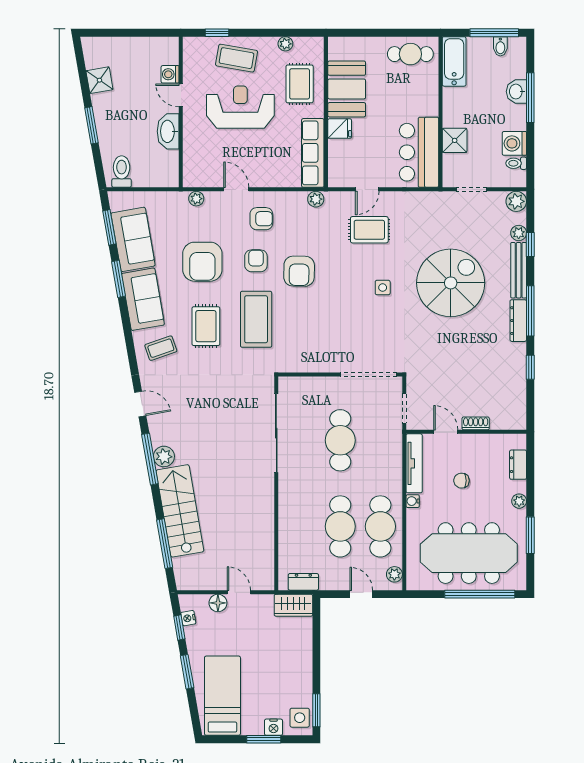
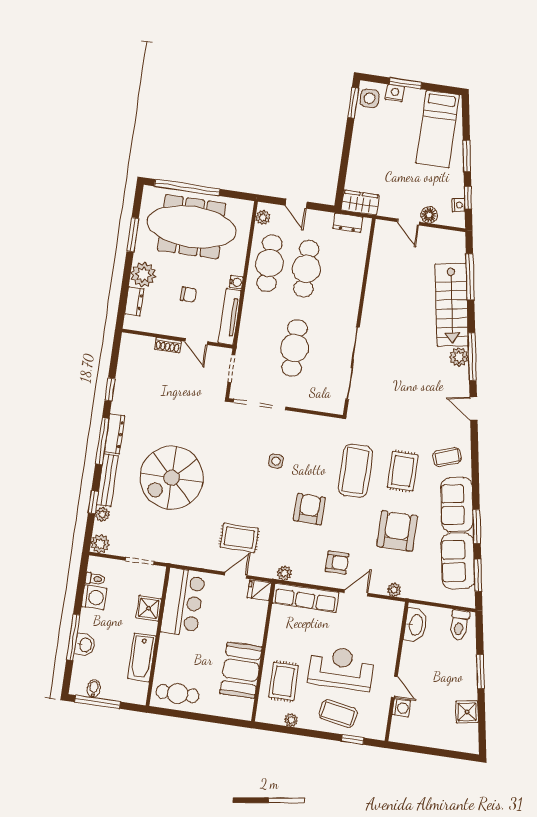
bathtub: (454, 61) -> (142, 657), moved
reception desk: (240, 107) -> (341, 668), turned 180
fridge: (340, 128) -> (259, 590), moved
washbasin: (168, 131) -> (415, 625), moved
row of seats: (313, 153) -> (305, 598), moved, turned 90
door: (236, 189) -> (356, 593), swing flipped
armchair: (261, 219) -> (337, 563), turned 180
armchair: (256, 261) -> (348, 524), removed
side table: (383, 288) -> (276, 461), moved
plant: (519, 501) -> (143, 274), width x1.87, depth x1.87

